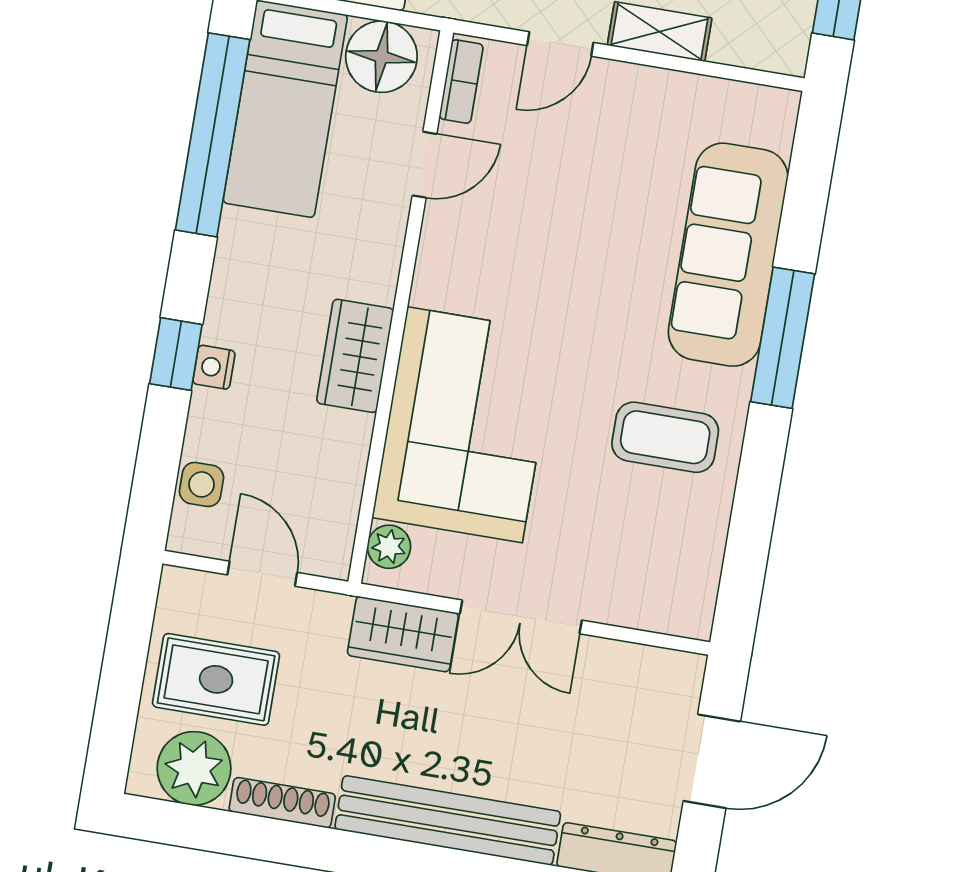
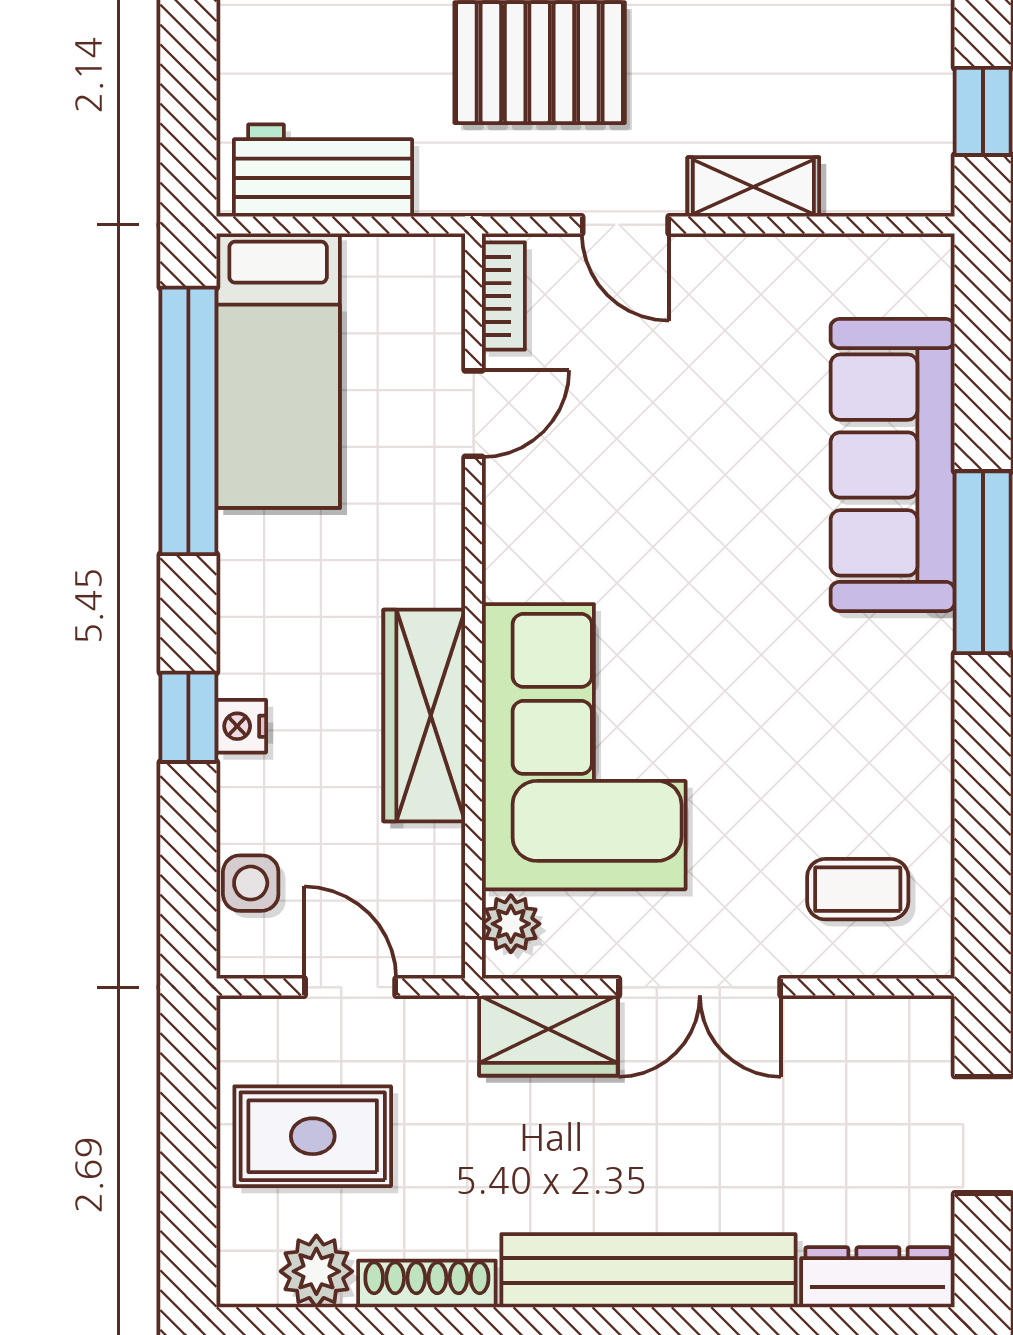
door: (560, 44) -> (625, 225), hinge flipped
floor lamp: (381, 57) -> (393, 281), removed
wardrobe: (355, 356) -> (424, 716), width x1.50
coffee table: (665, 437) -> (858, 889), moved, width x0.73, depth x0.77
plant: (194, 768) -> (316, 1271), width x0.73, depth x0.73

